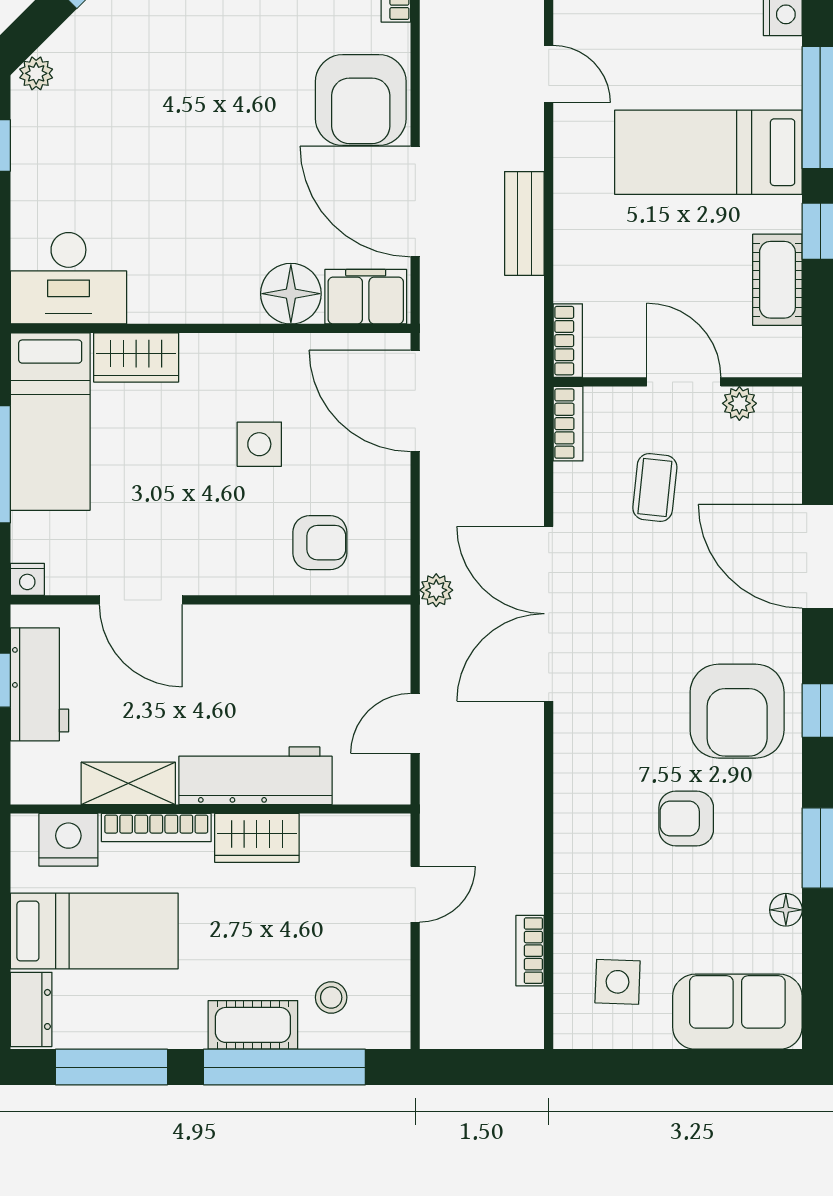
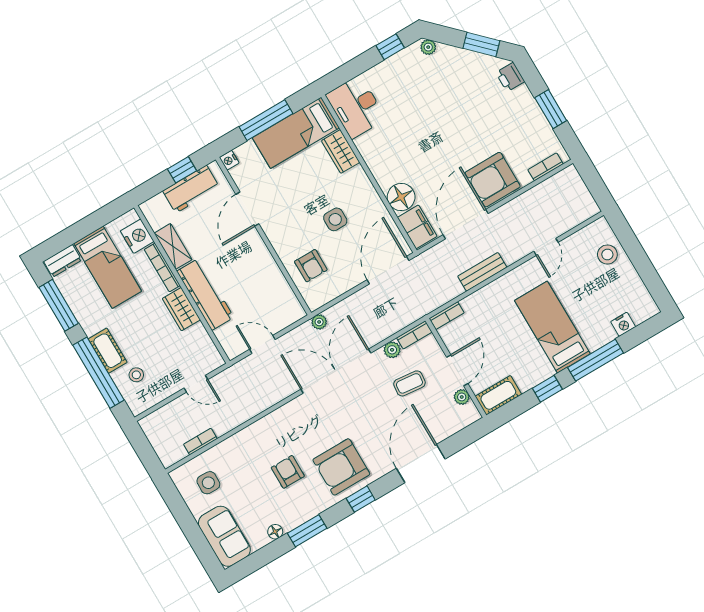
cot: (777, 280) -> (498, 395), moved
plant: (571, 483) -> (392, 350), added

